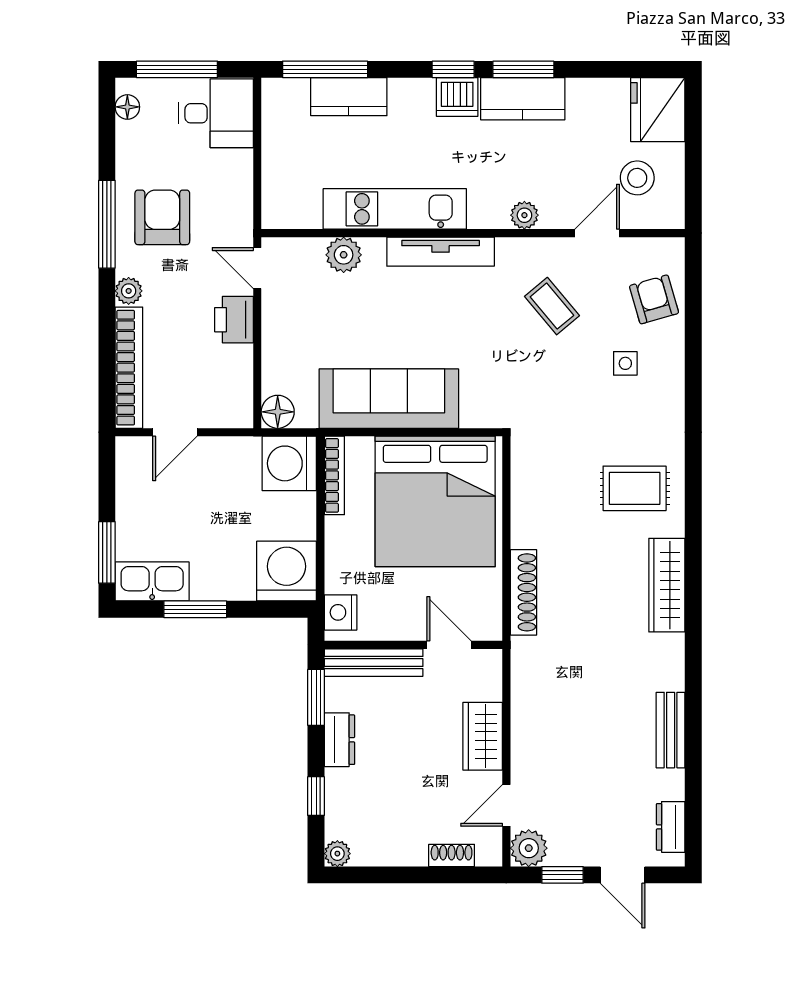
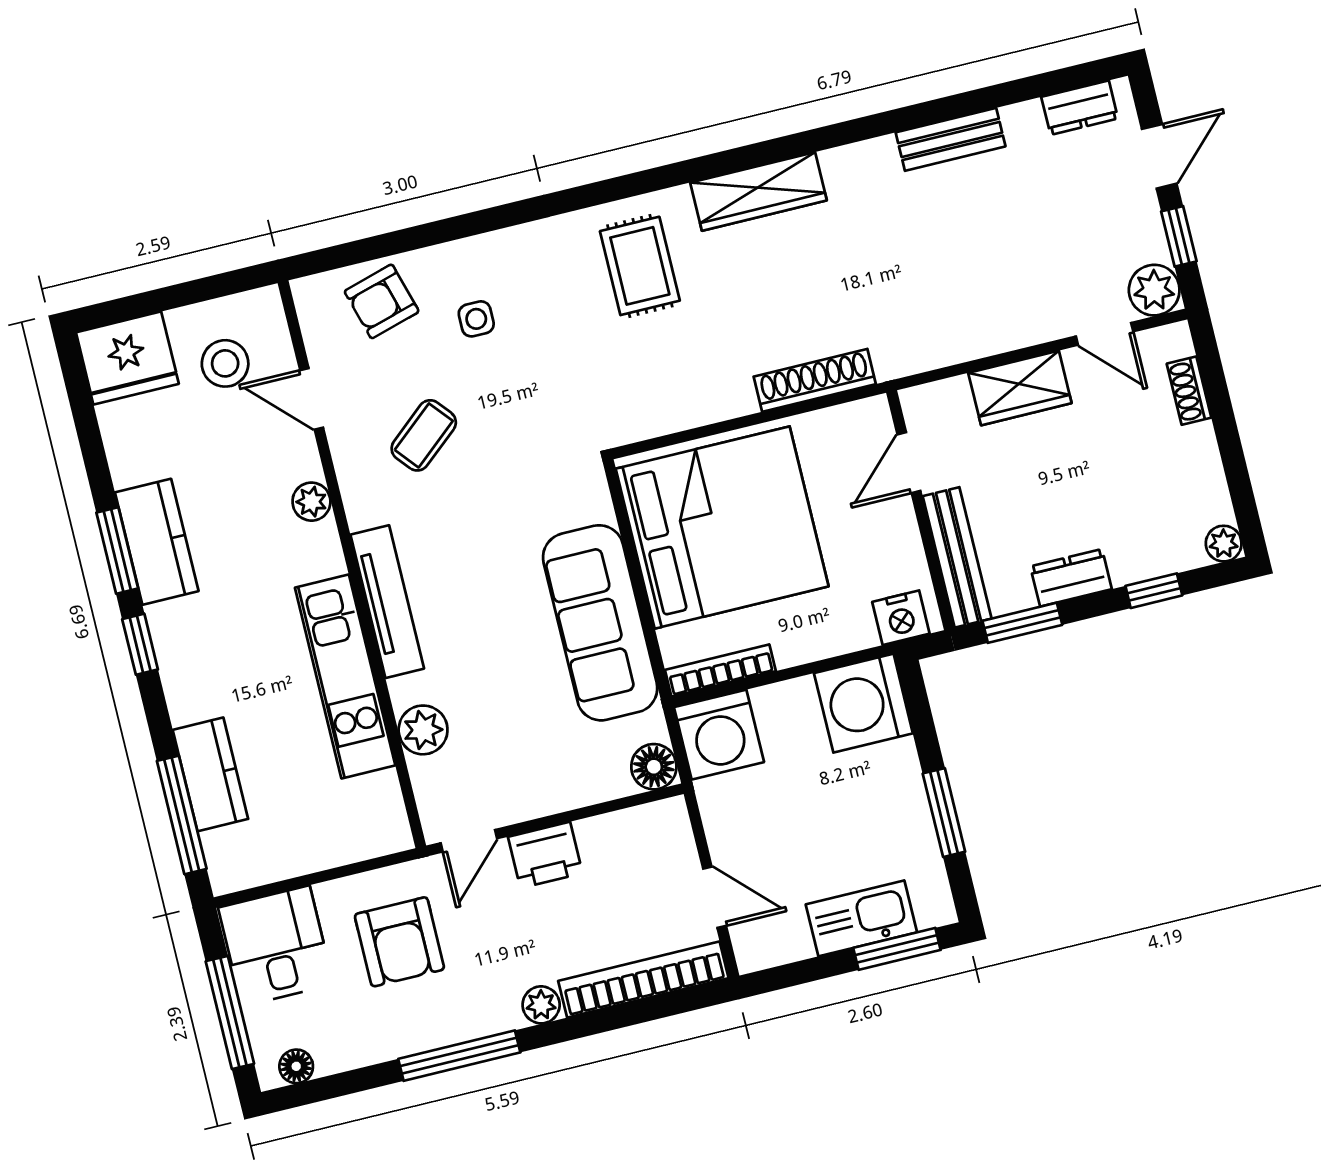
dishwasher: (457, 97) -> (176, 630), removed
armchair: (162, 217) -> (399, 942), moved, turned -90
kitchen sink: (152, 581) -> (861, 918), moved, turned 90

